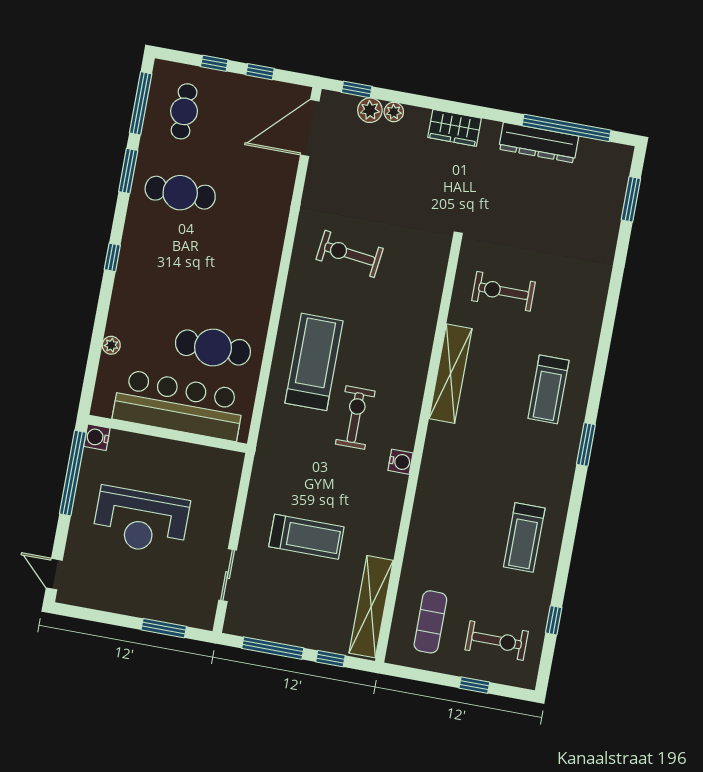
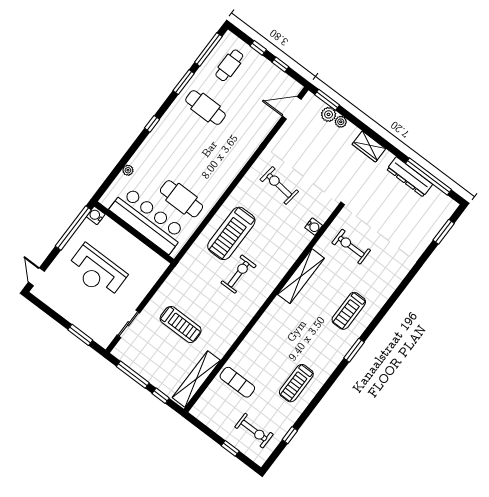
window: (357, 89) -> (327, 100), width x1.50
door: (310, 128) -> (292, 108), width x0.73
treadmill: (314, 362) -> (231, 233), turned 180
water cooler: (400, 462) -> (314, 227), moved
exercise mat: (430, 622) -> (237, 382), moved, turned 90

